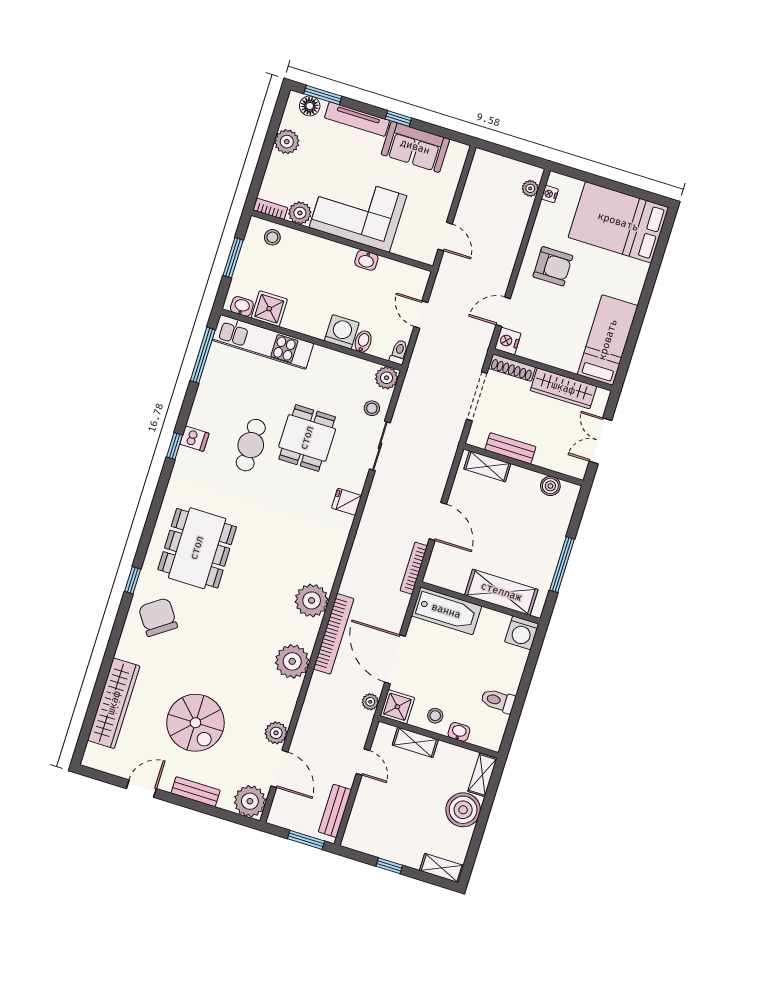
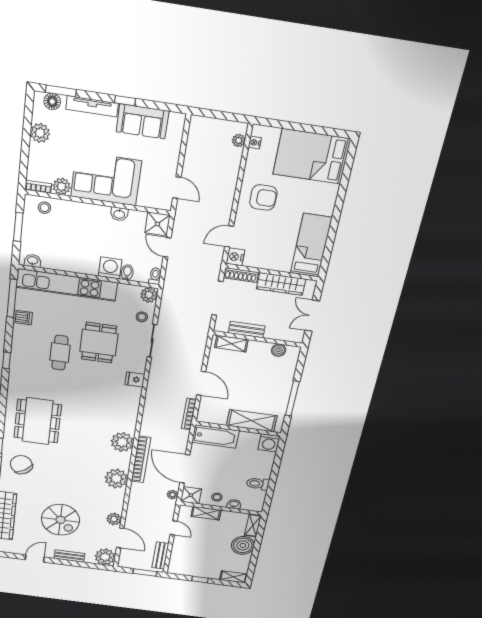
shower: (269, 309) -> (157, 224), moved
kitchen unit: (263, 342) -> (67, 285), width x1.36
dishwasher: (194, 439) -> (23, 317), moved

